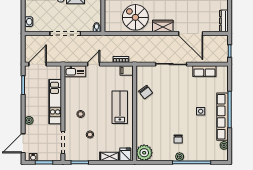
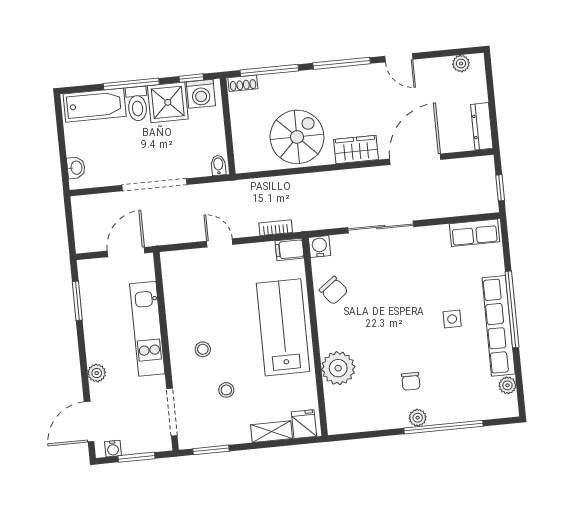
spiral stairs: (135, 17) -> (297, 137), turned 90
door: (191, 33) -> (415, 159), swing flipped
door: (37, 64) -> (126, 252), moved
door: (94, 64) -> (220, 243), hinge flipped
kitchen sink: (75, 71) -> (182, 261), removed
water cooler: (141, 71) -> (319, 247), added
row of seats: (204, 71) -> (474, 233), moved
lab bench: (120, 107) -> (283, 327), width x1.36, depth x1.39
plant: (144, 153) -> (338, 368), moved

